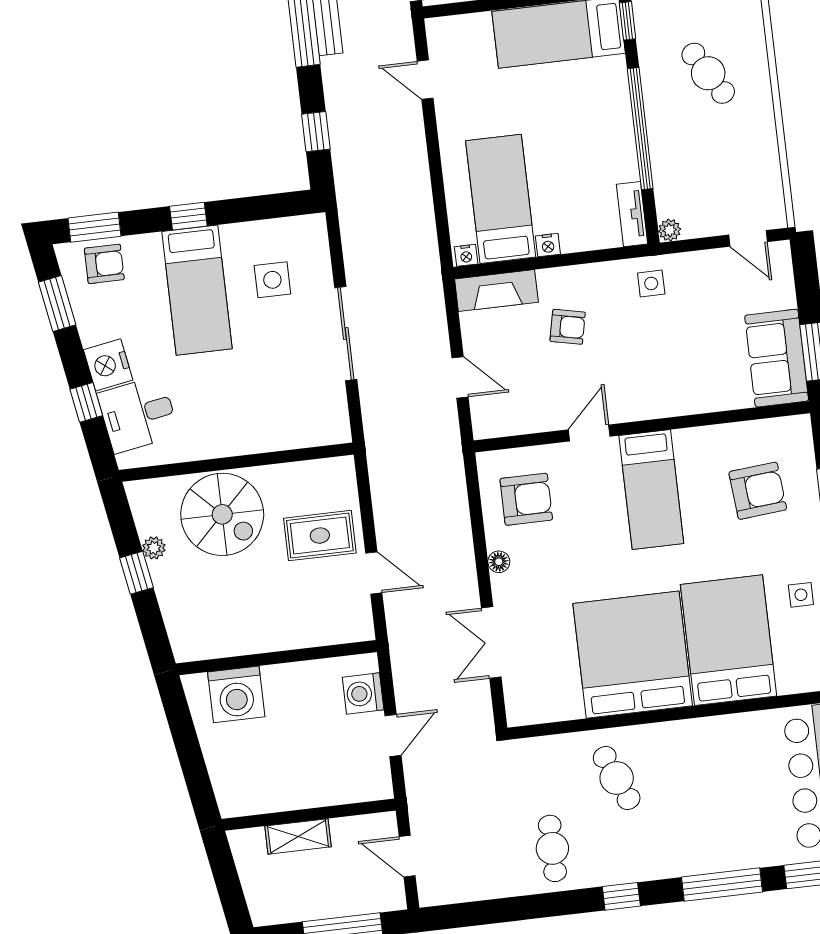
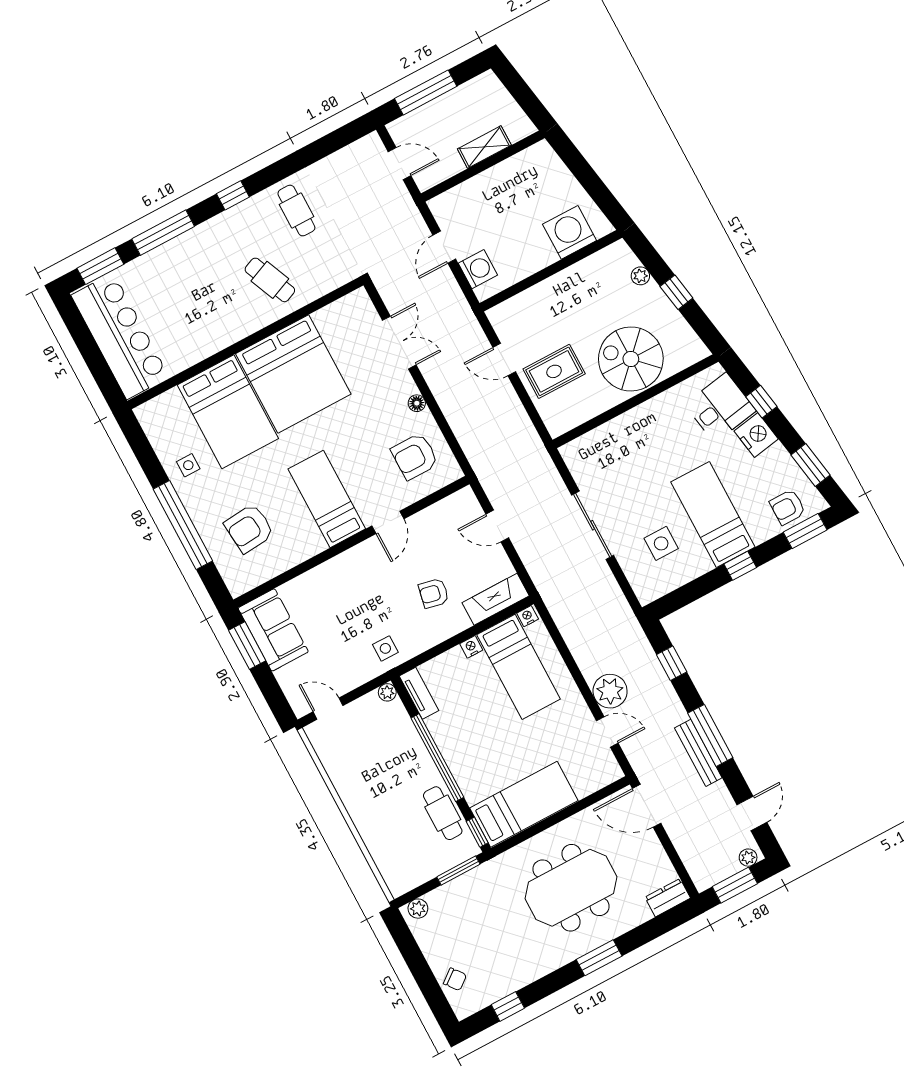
cafe table: (708, 73) -> (443, 813), moved, turned 31
plant: (403, 127) -> (610, 691), added
plant: (154, 548) -> (640, 276), moved

